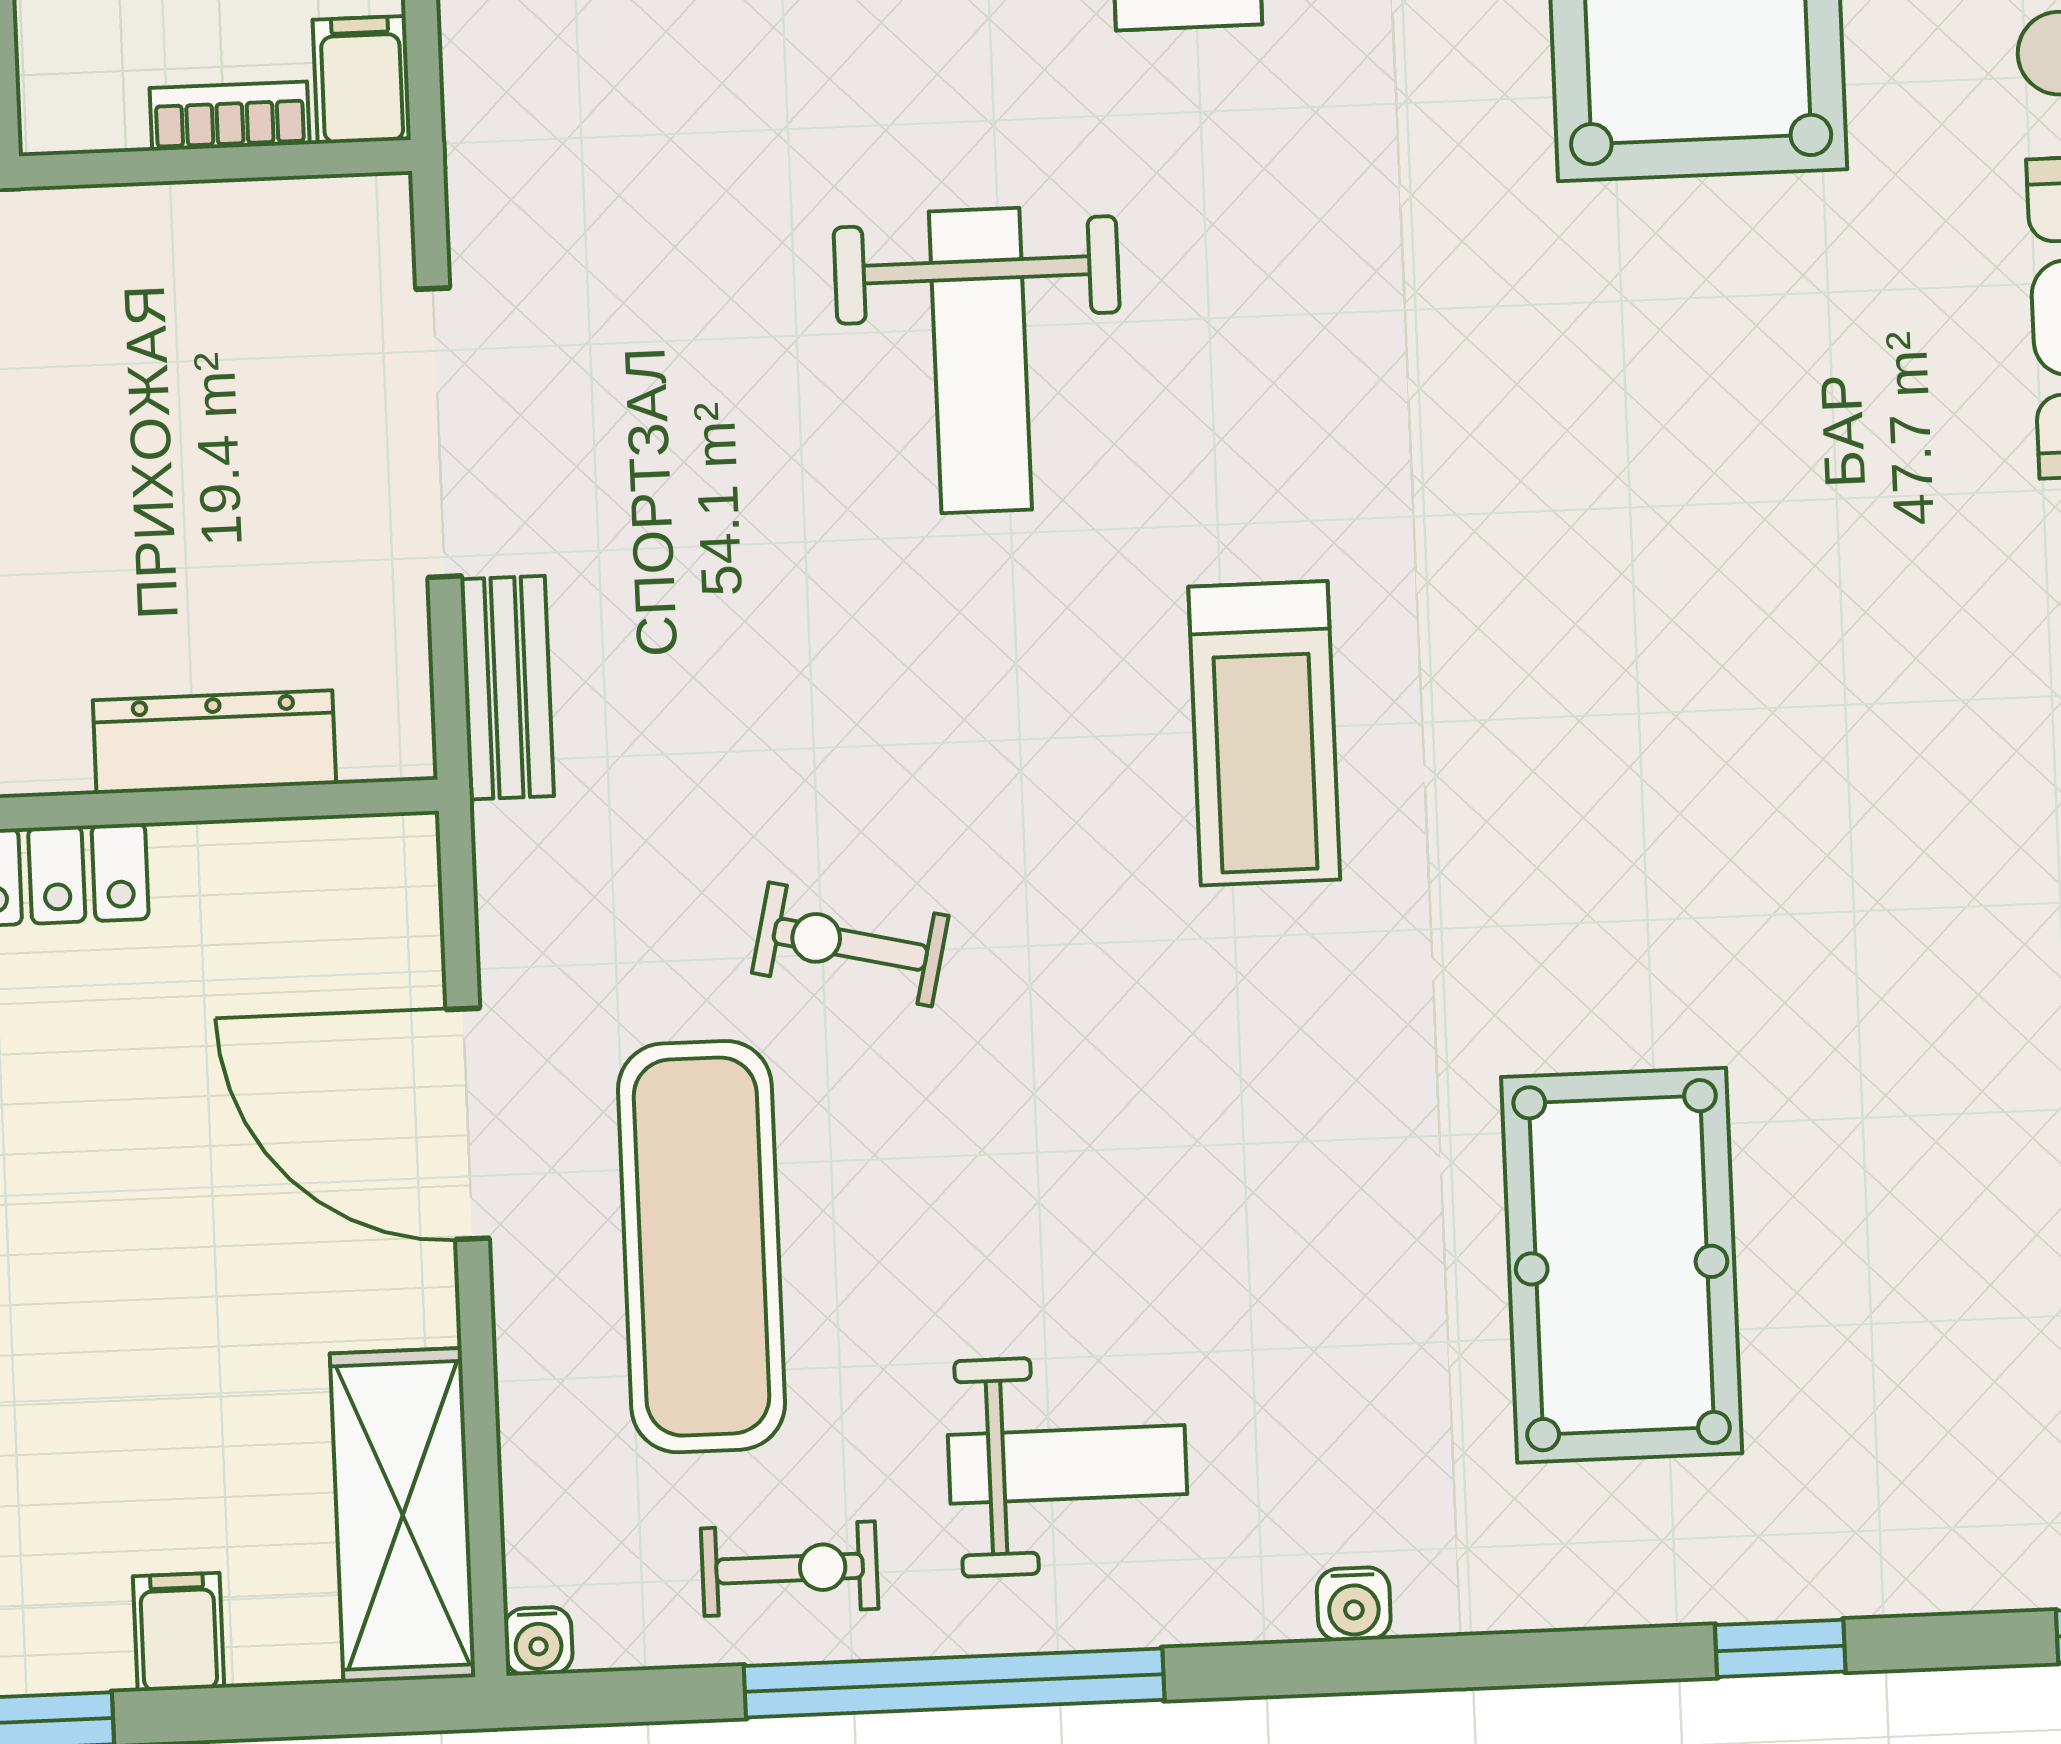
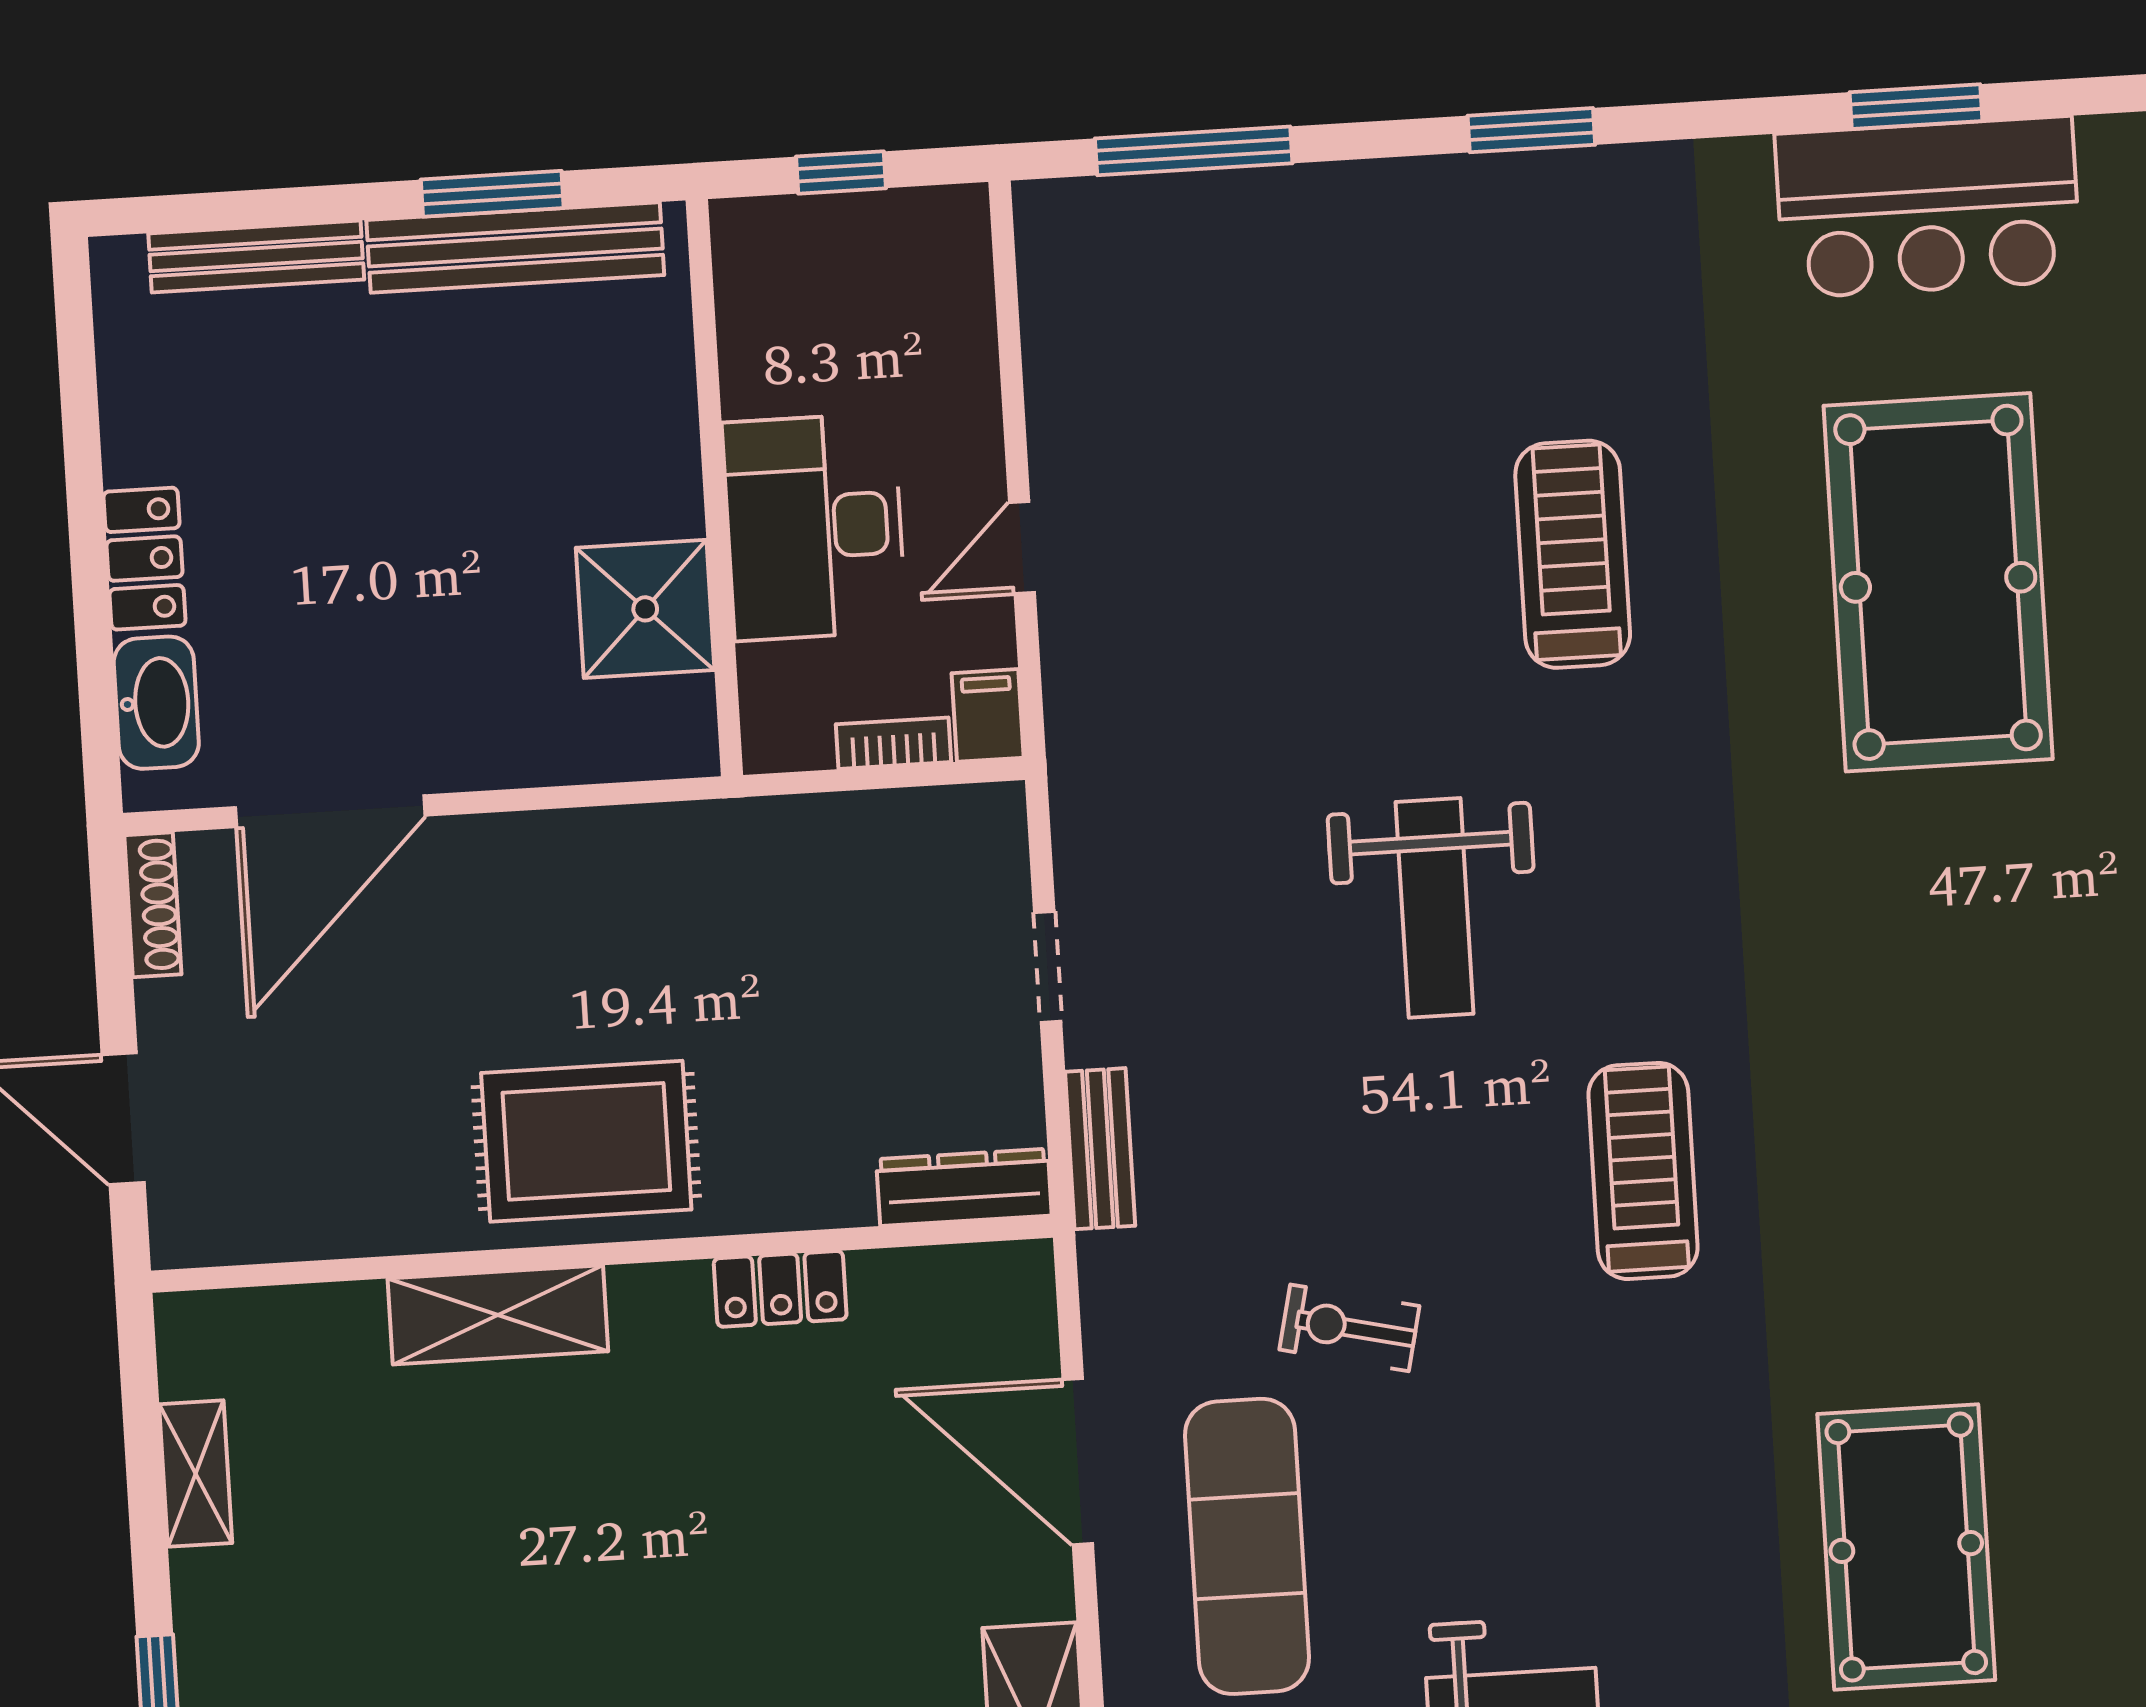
doorway: (439, 433) -> (1048, 967), width x0.53
treadmill: (1264, 733) -> (1643, 1171), turned 180
dresser: (214, 742) -> (964, 1187), moved

